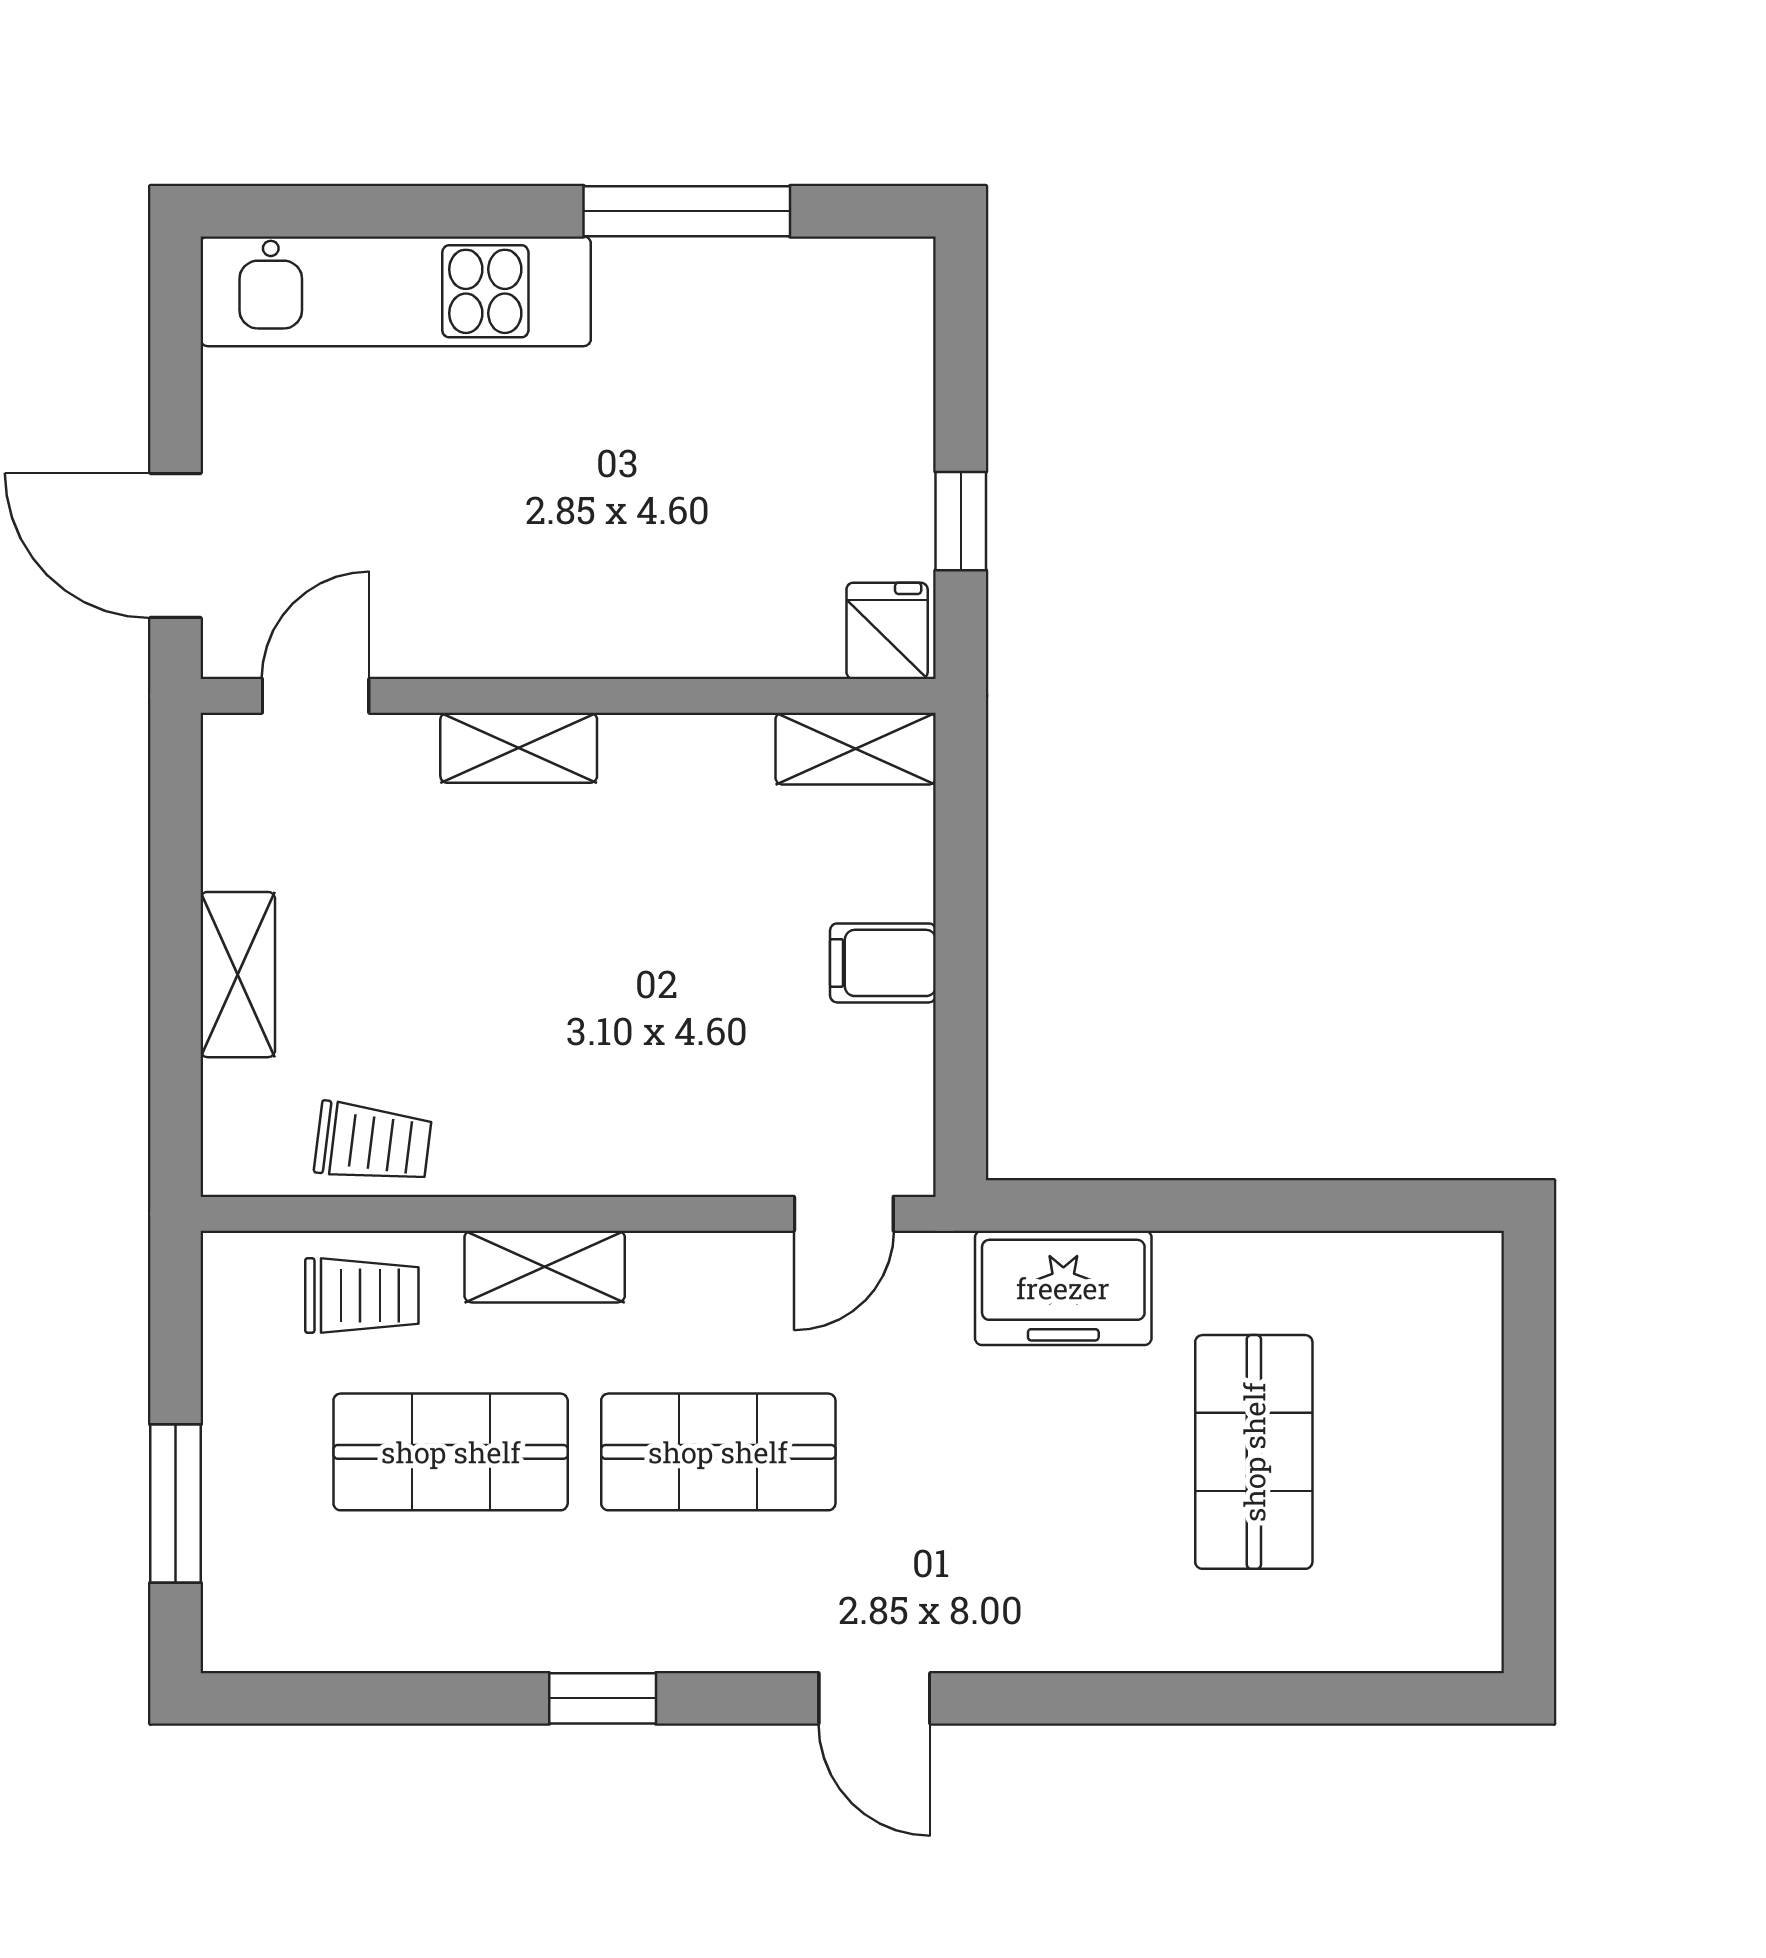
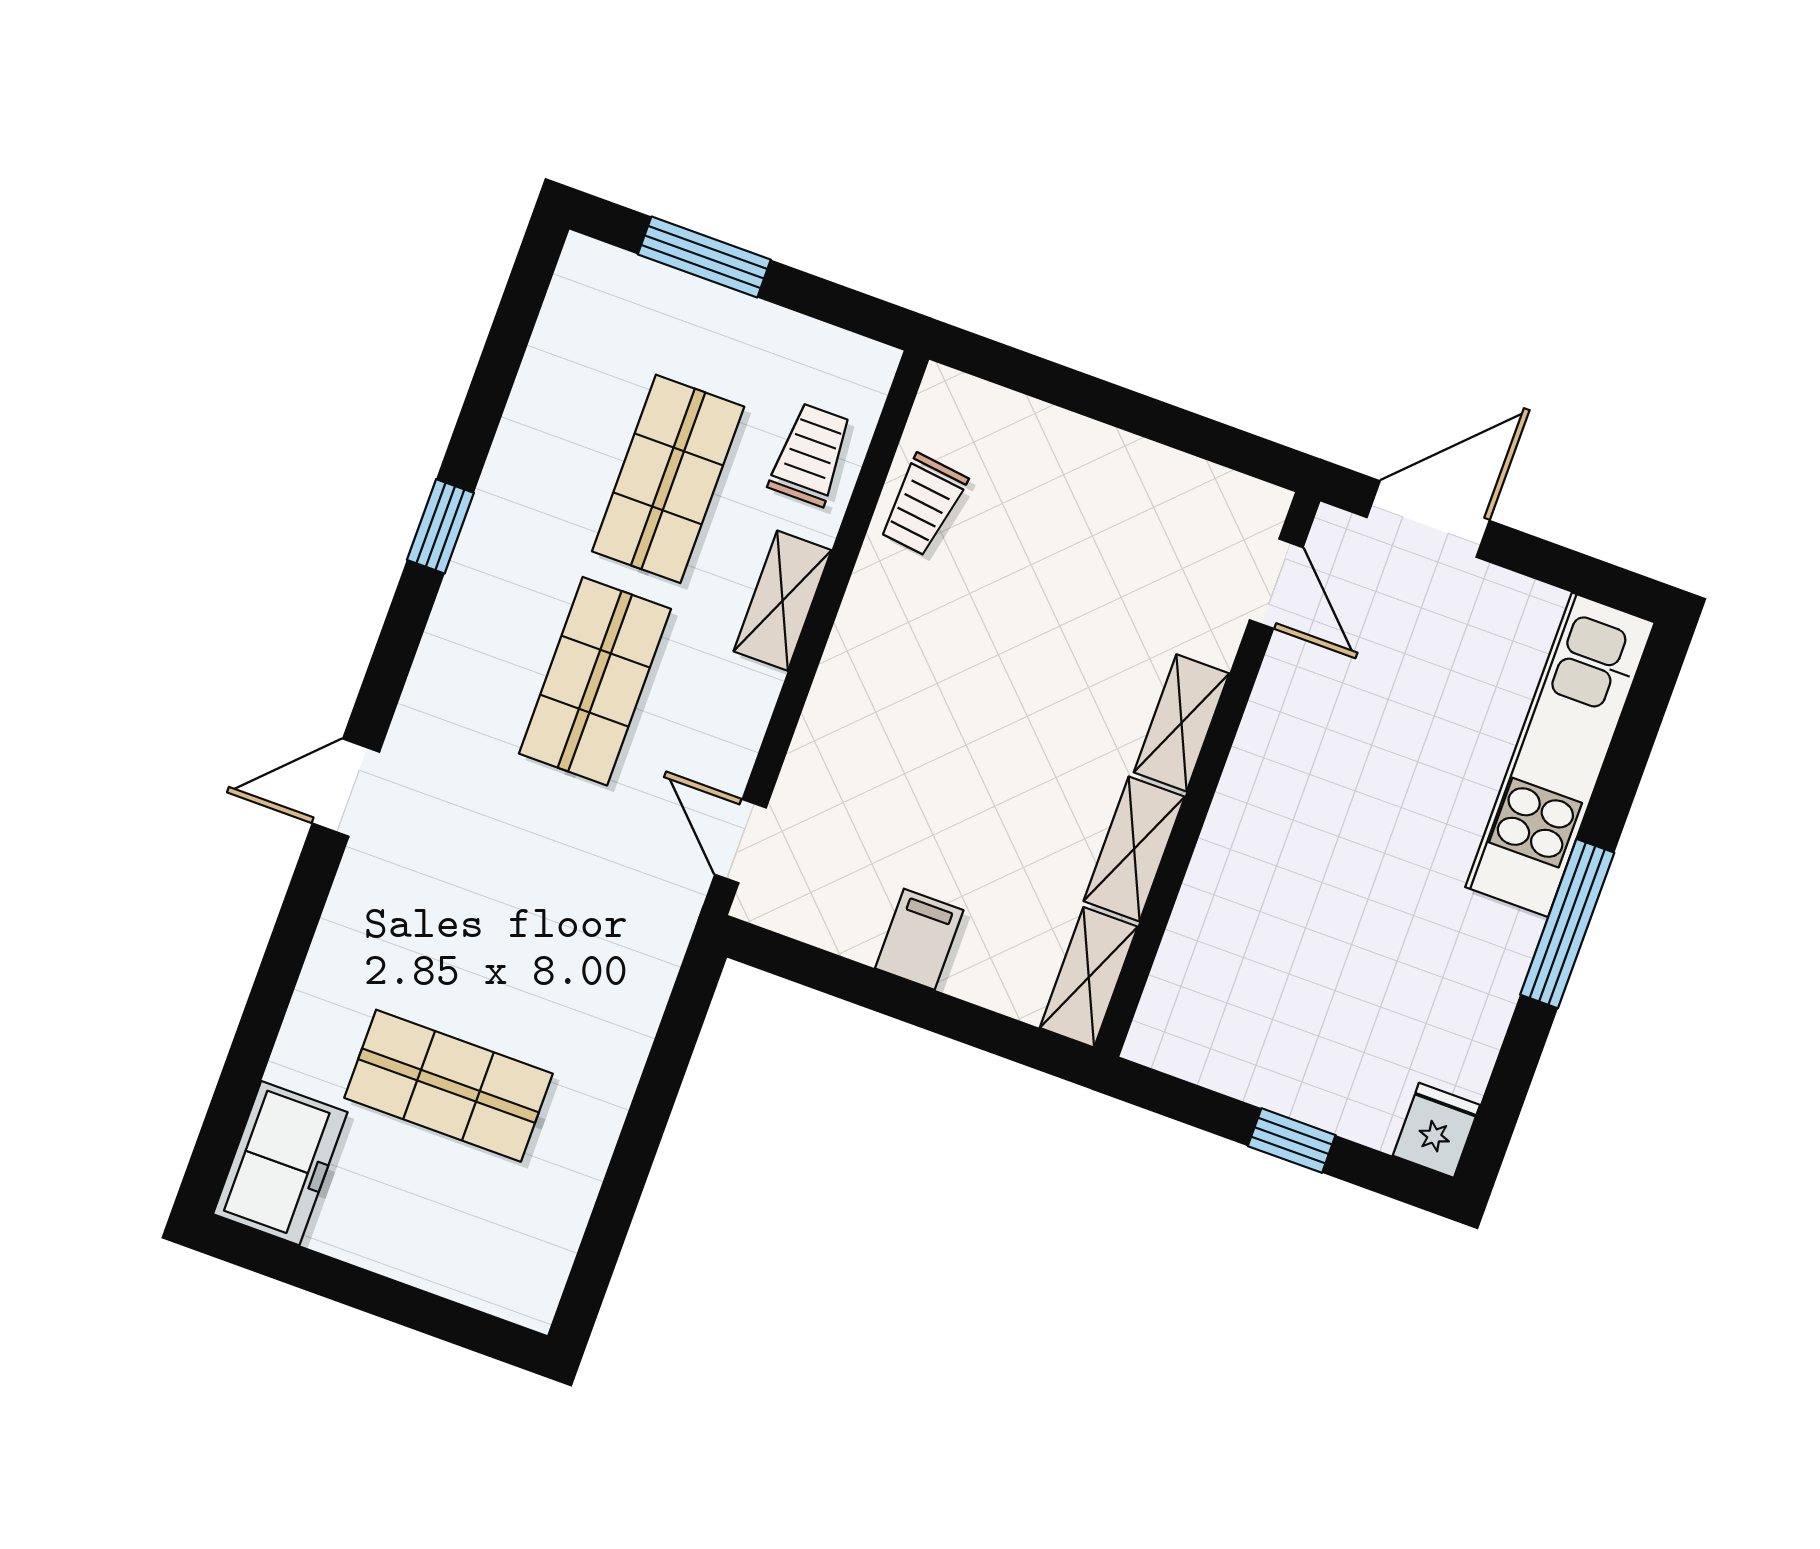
window: (687, 211) -> (1567, 924), moved
window: (961, 521) -> (1292, 1141), moved
fridge: (887, 631) -> (1436, 1130), moved, turned -90
shelving: (238, 975) -> (1134, 849), moved, turned 90
freezer: (1063, 1288) -> (280, 1163), moved, turned 180
trolley: (362, 1296) -> (811, 455), turned 180
door: (874, 1698) -> (346, 788), moved

